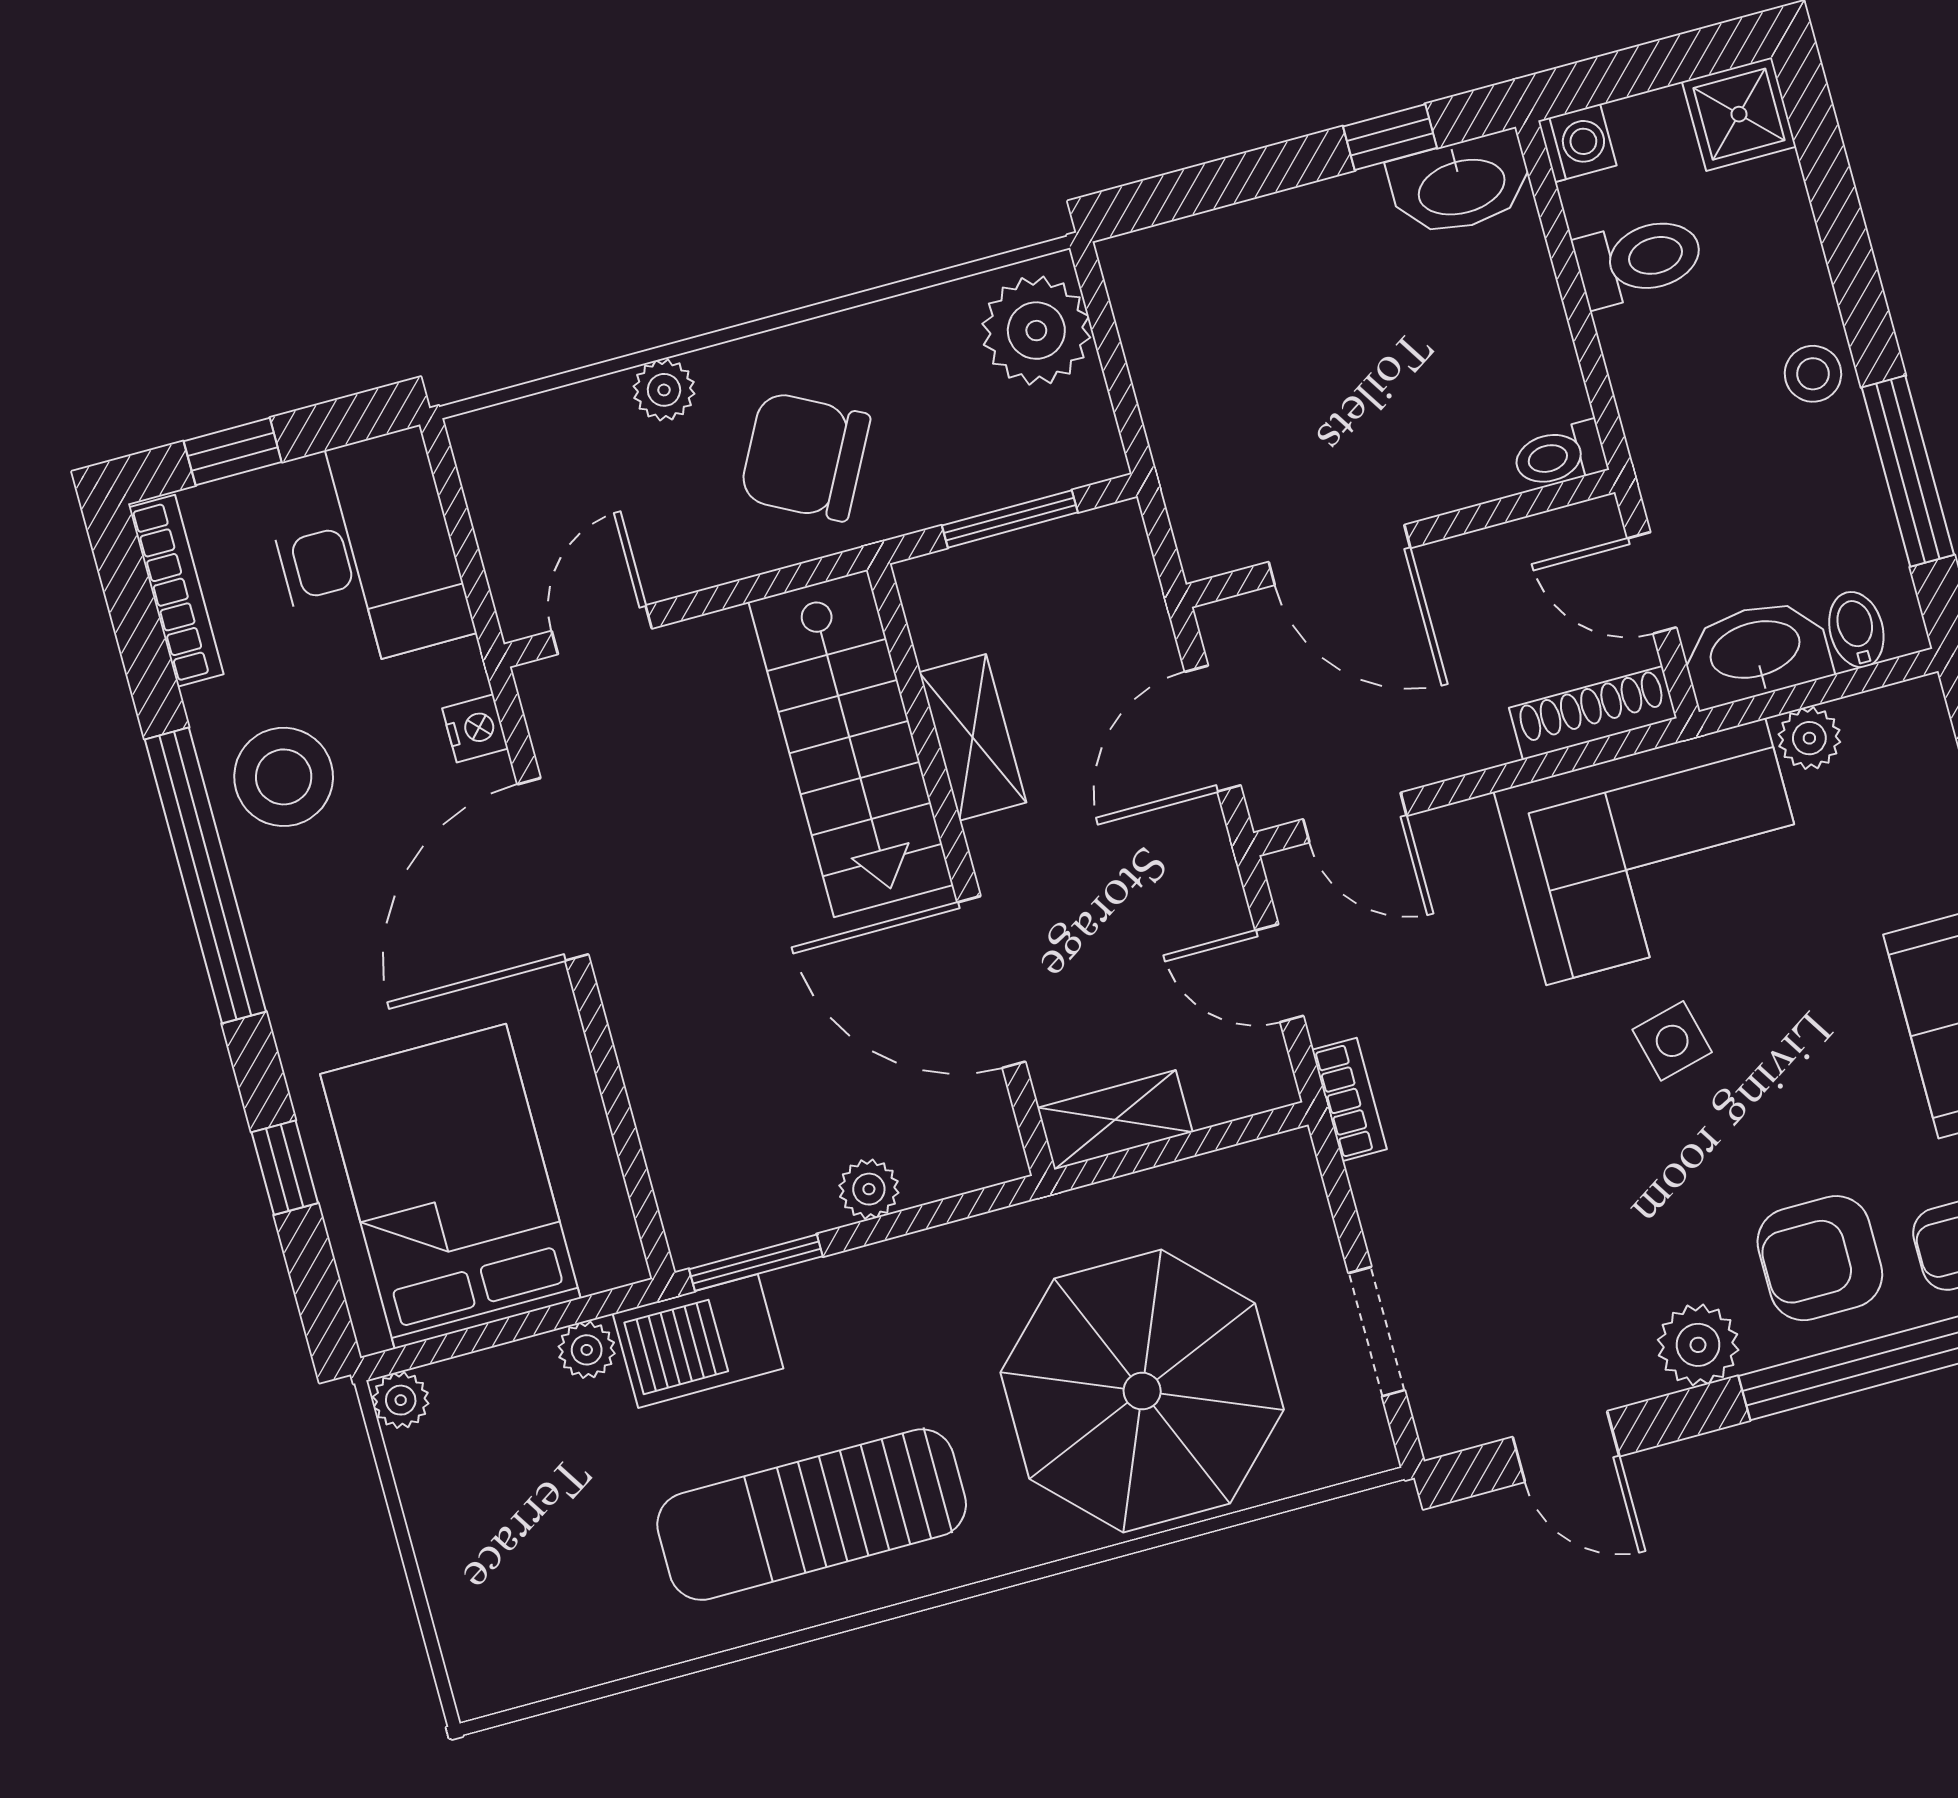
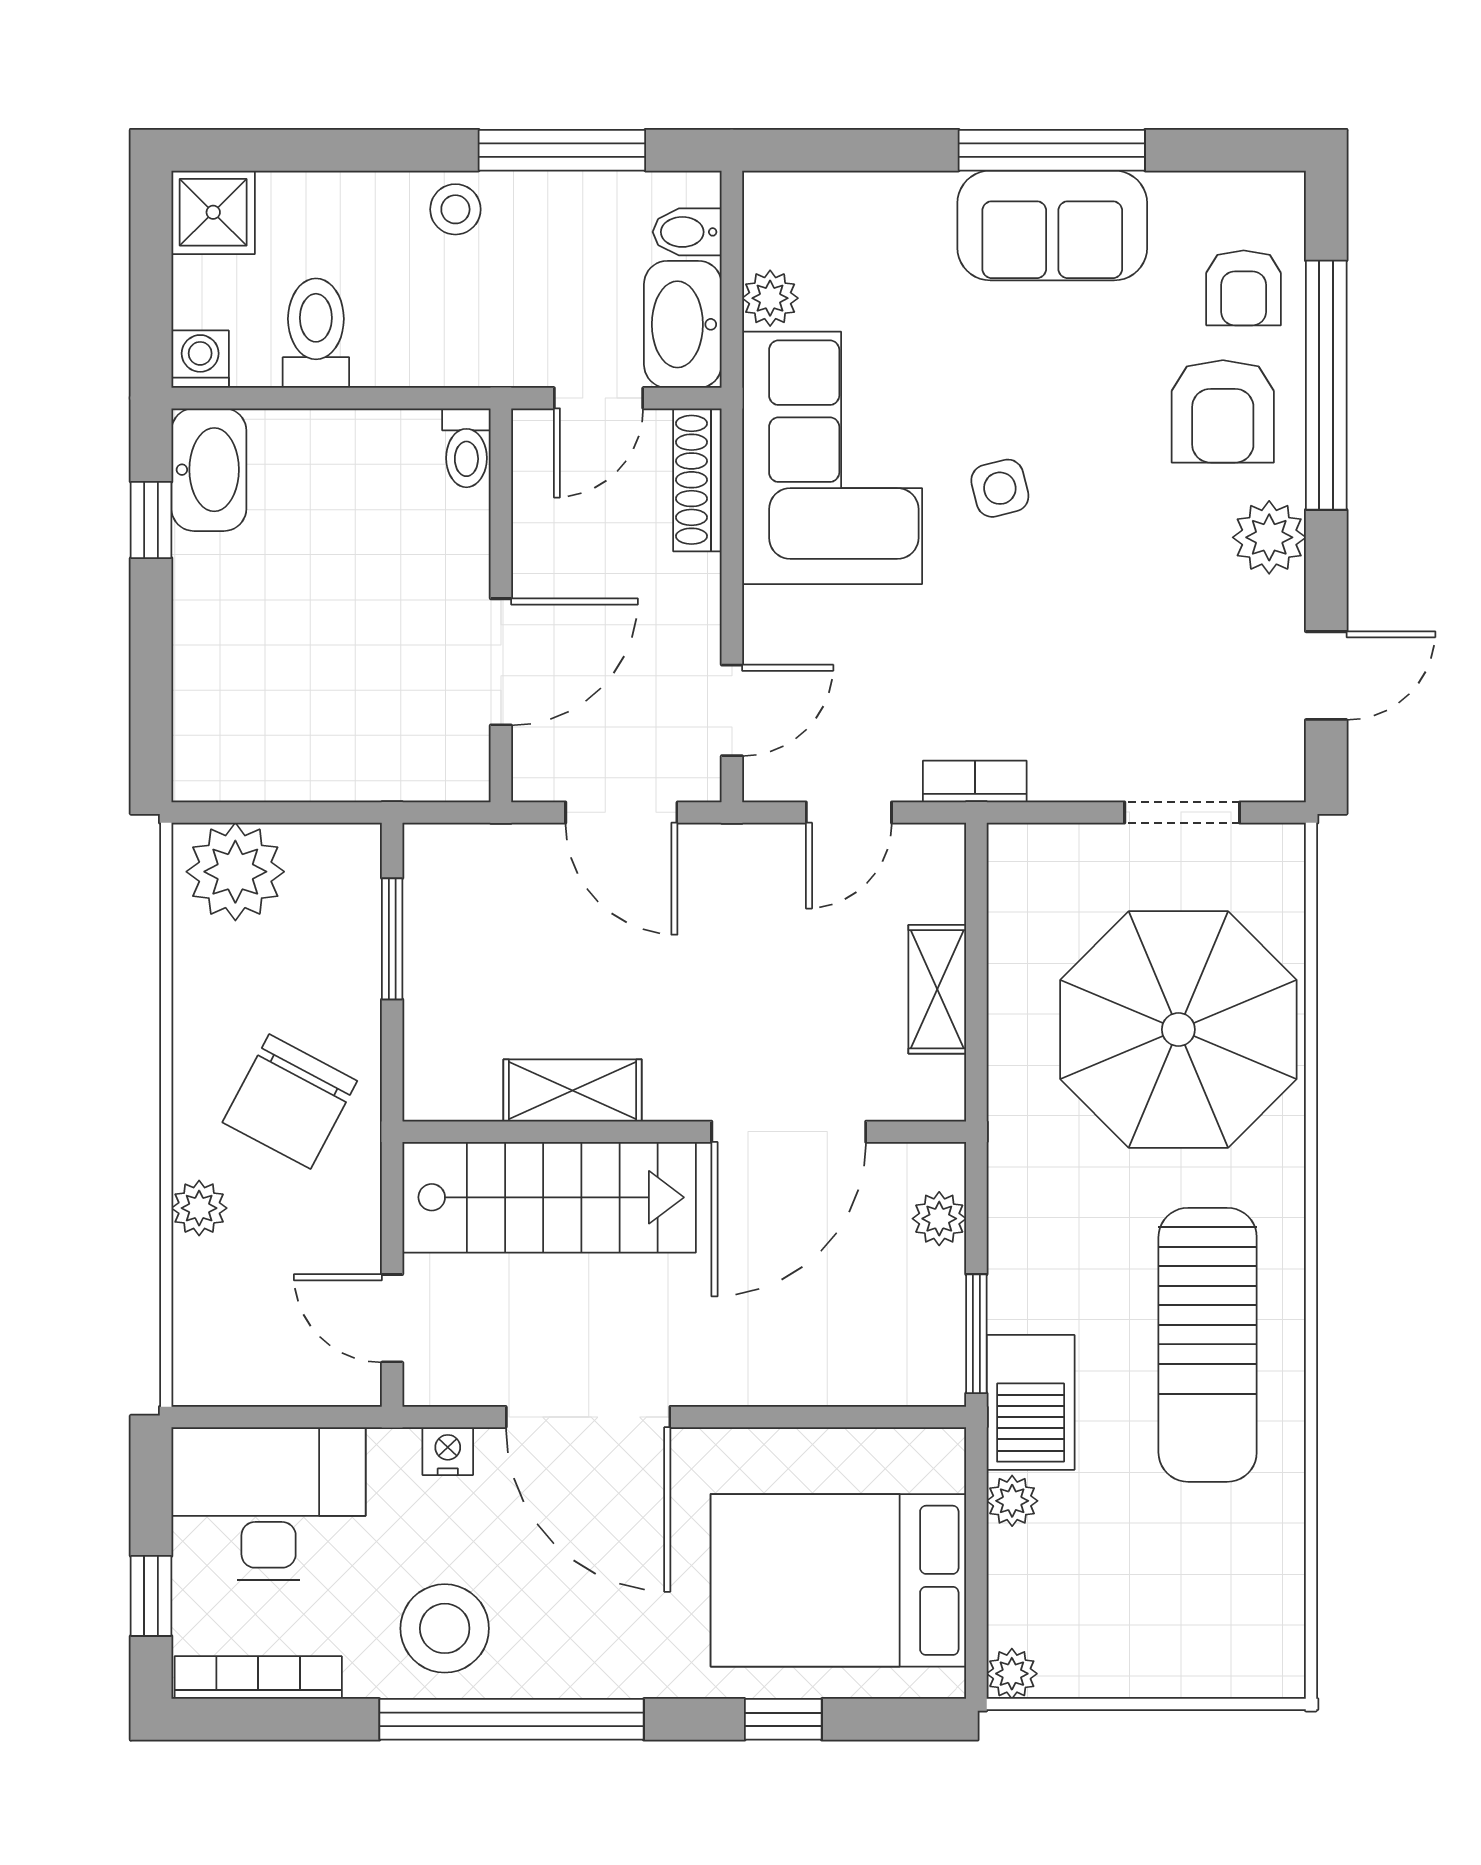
shelving: (973, 737) -> (573, 1090), moved
stairs: (851, 743) -> (549, 1197), moved
wall: (961, 870) -> (684, 1132), moved
door: (991, 982) -> (789, 1132), moved

